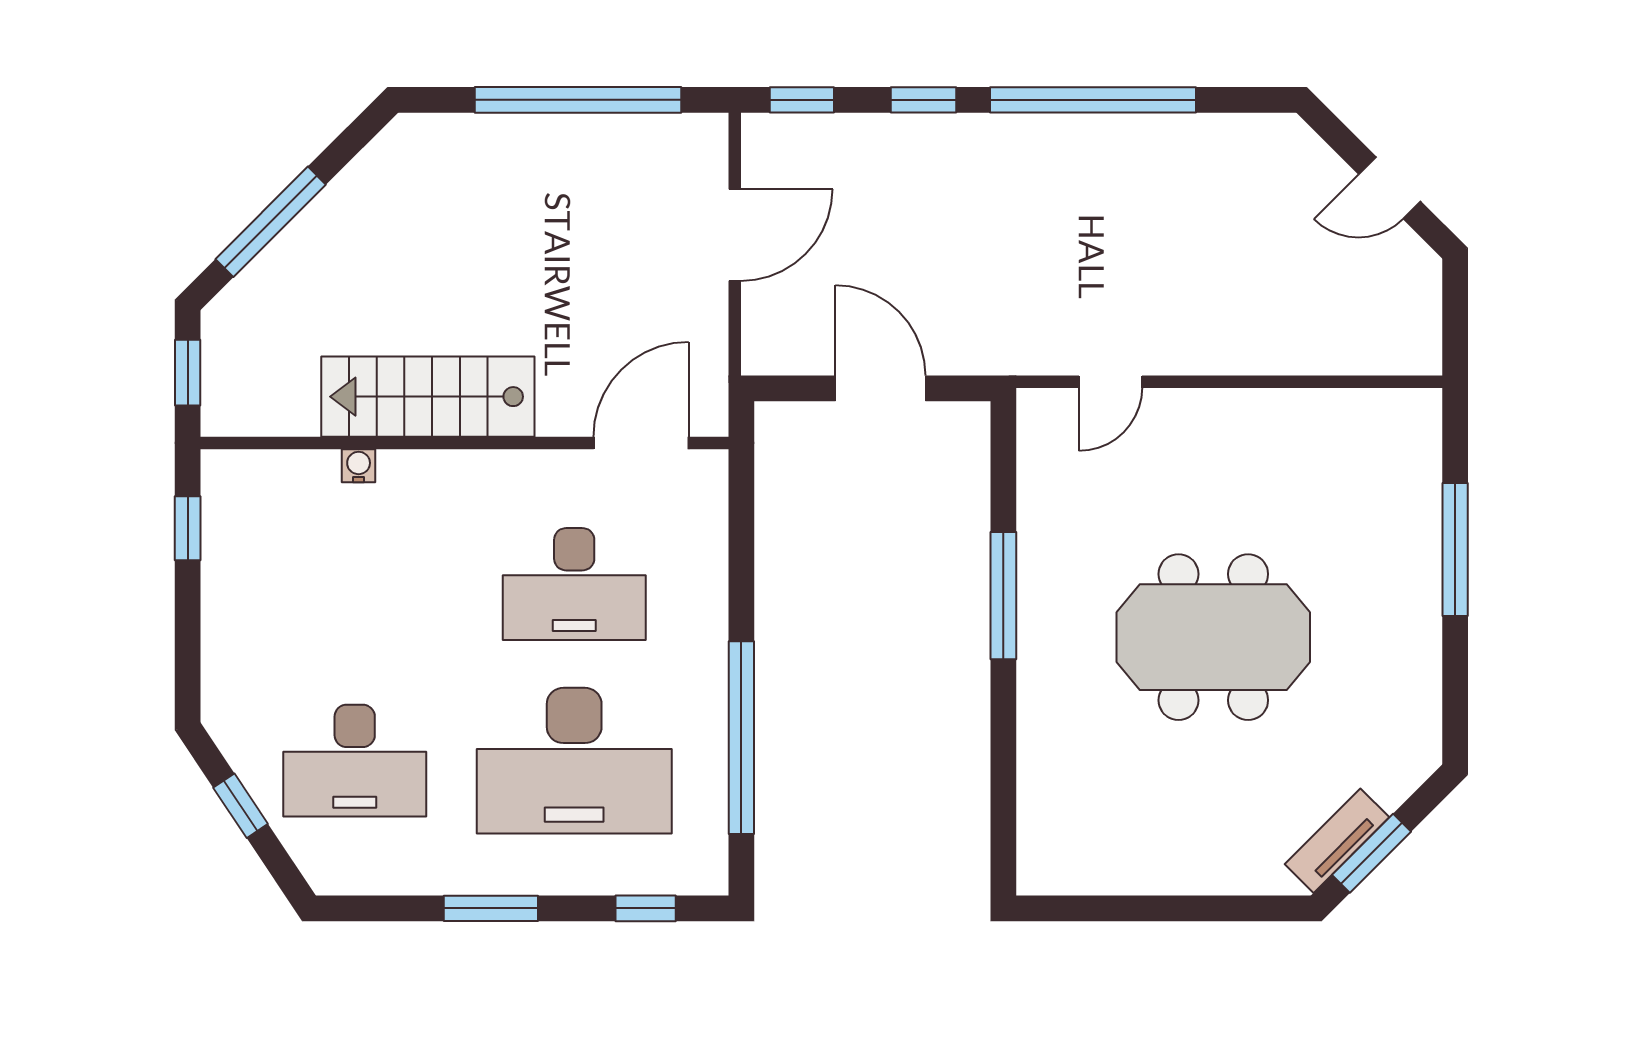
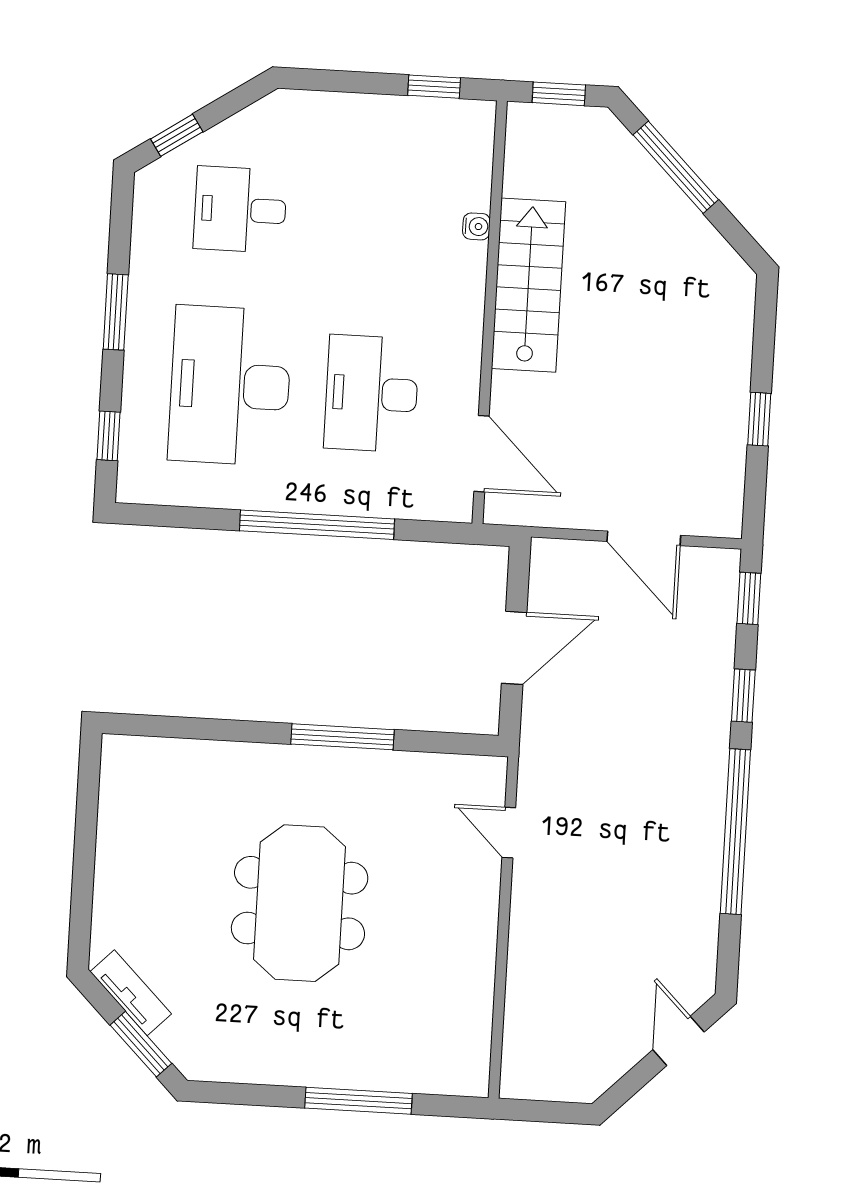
window: (578, 100) -> (759, 419), width x0.32
door: (1390, 188) -> (678, 1041), moved
window: (741, 738) -> (317, 525), moved
desk: (355, 761) -> (240, 210), width x0.73
window: (241, 806) -> (177, 135), moved
window: (1371, 853) -> (141, 1044), moved

